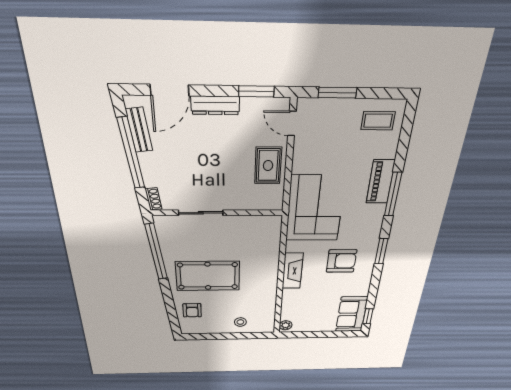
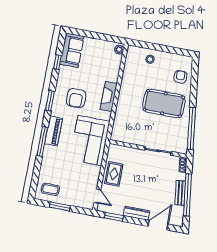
window: (337, 93) -> (60, 206), moved
bench: (139, 130) -> (180, 193), moved
piano: (380, 182) -> (54, 131), moved
armchair: (341, 261) -> (76, 98), turned -90
window: (368, 316) -> (57, 62), moved

